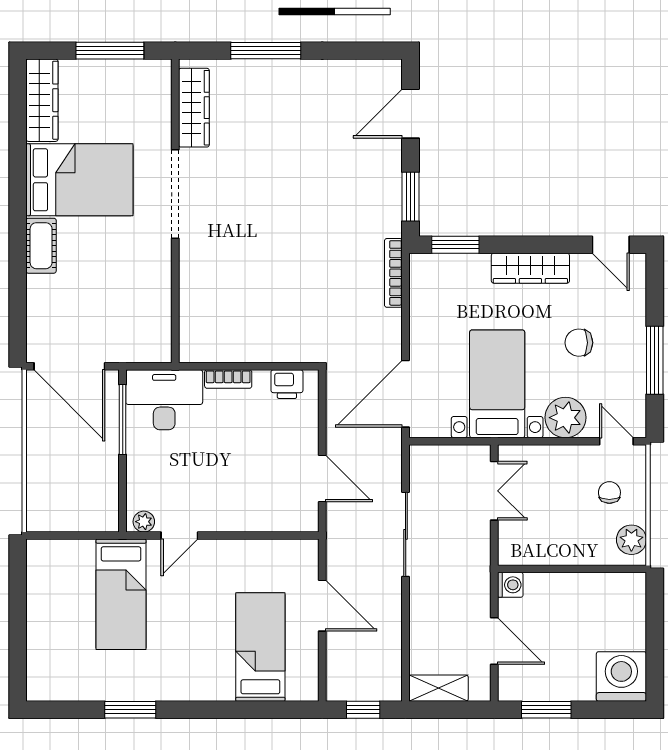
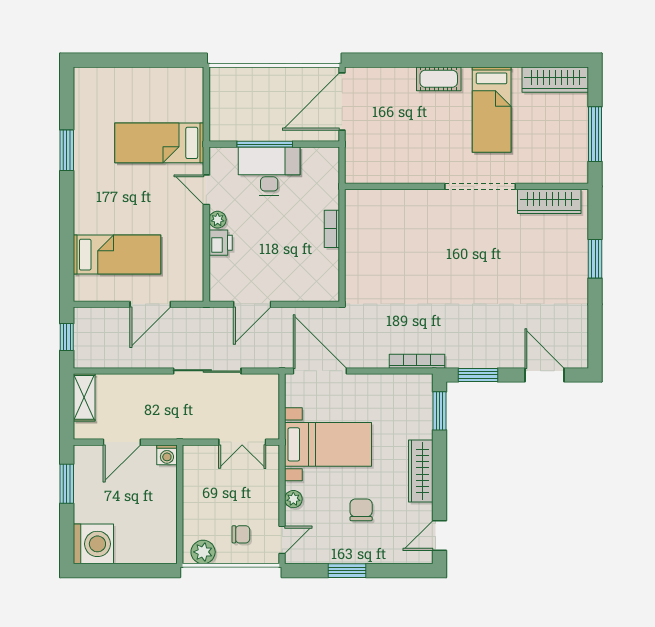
window: (266, 51) -> (595, 259), width x0.69
bed: (79, 180) -> (492, 110), width x0.67
window: (655, 360) -> (347, 571), width x0.69
printer: (287, 384) -> (221, 243), moved, turned 180
desk: (164, 400) -> (269, 171), moved, turned -90
plant: (565, 418) -> (293, 499), width x0.53, depth x0.53
window: (123, 419) -> (265, 144), moved
plant: (144, 522) -> (218, 220), moved

